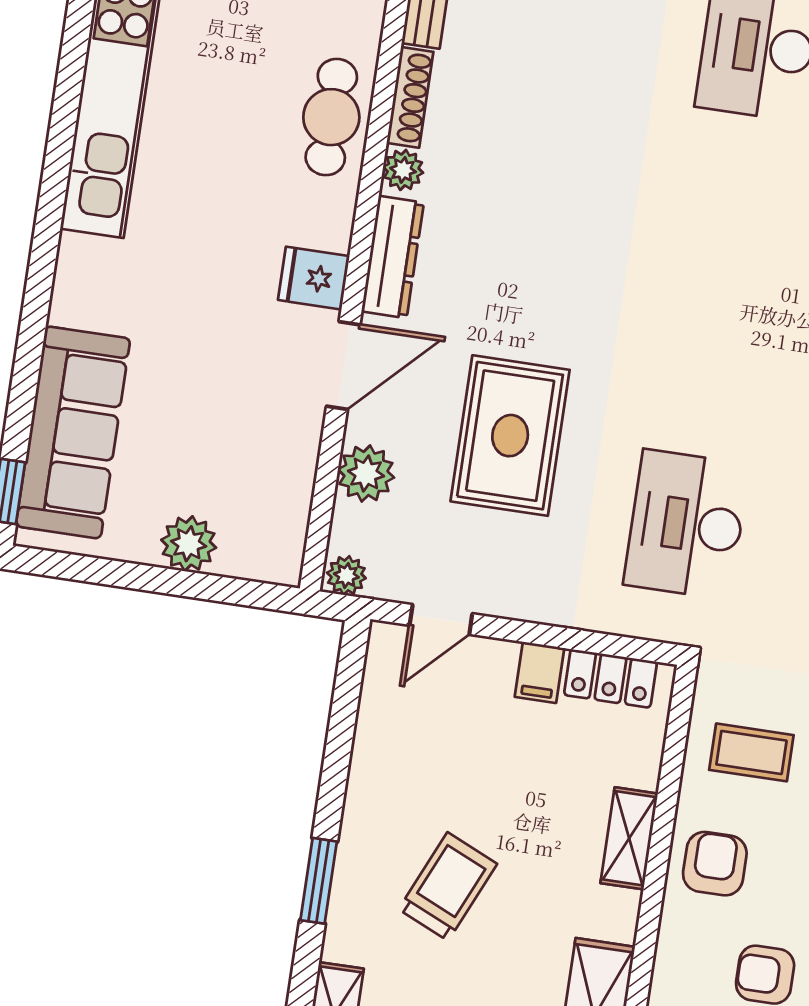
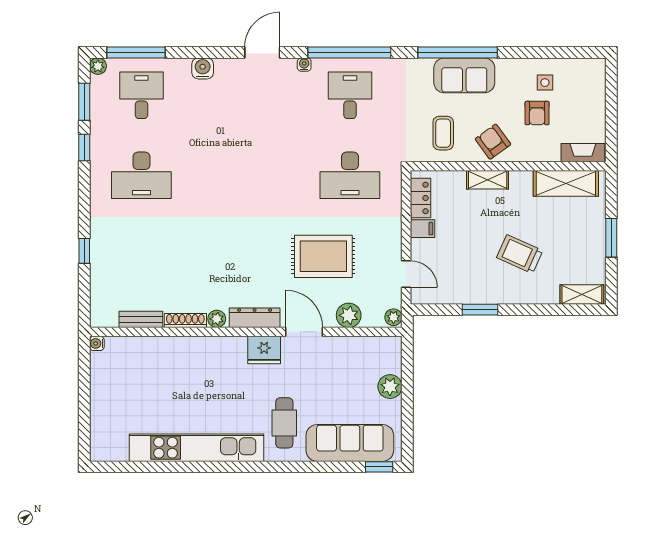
cafe table: (331, 117) -> (284, 423), moved, turned 90
fridge: (314, 278) -> (264, 350), width x1.38
armchair: (715, 864) -> (493, 142), turned 54
window: (319, 881) -> (480, 310), moved

